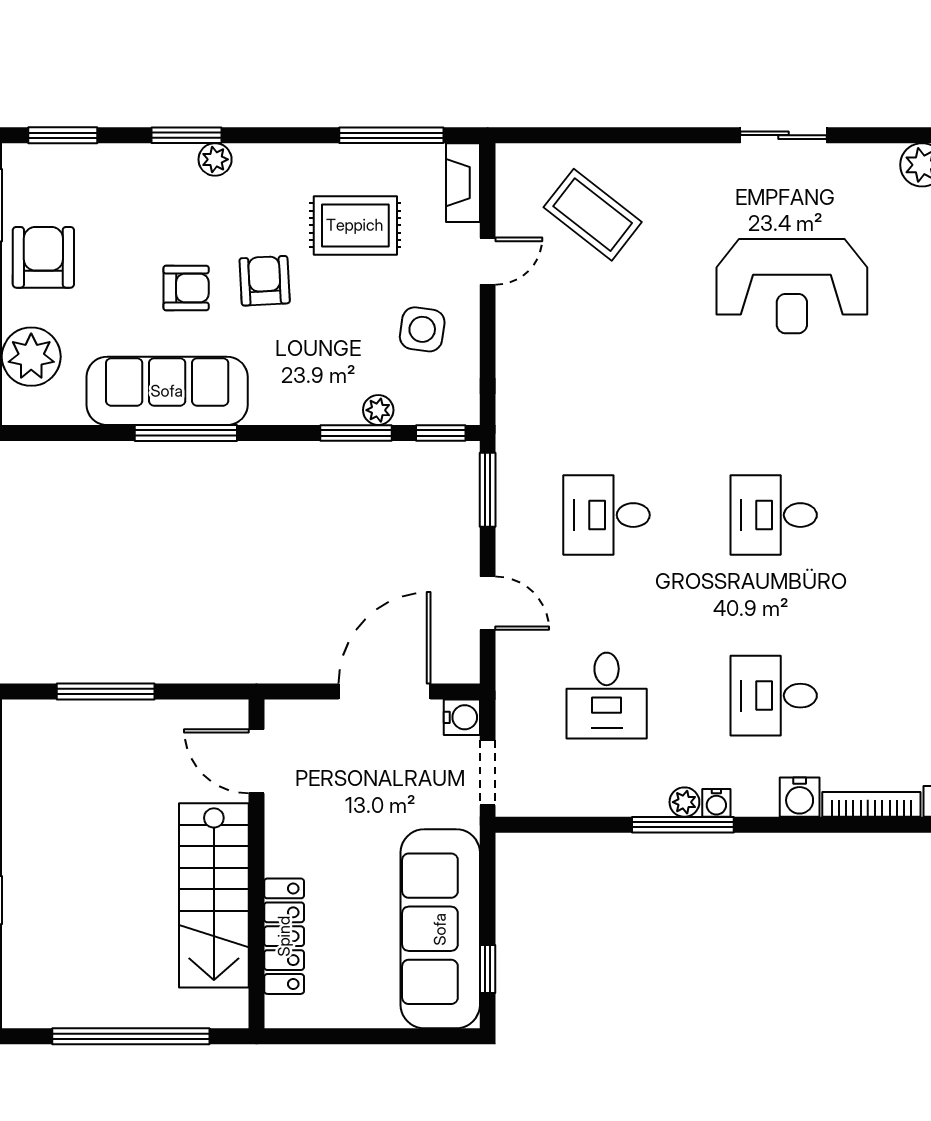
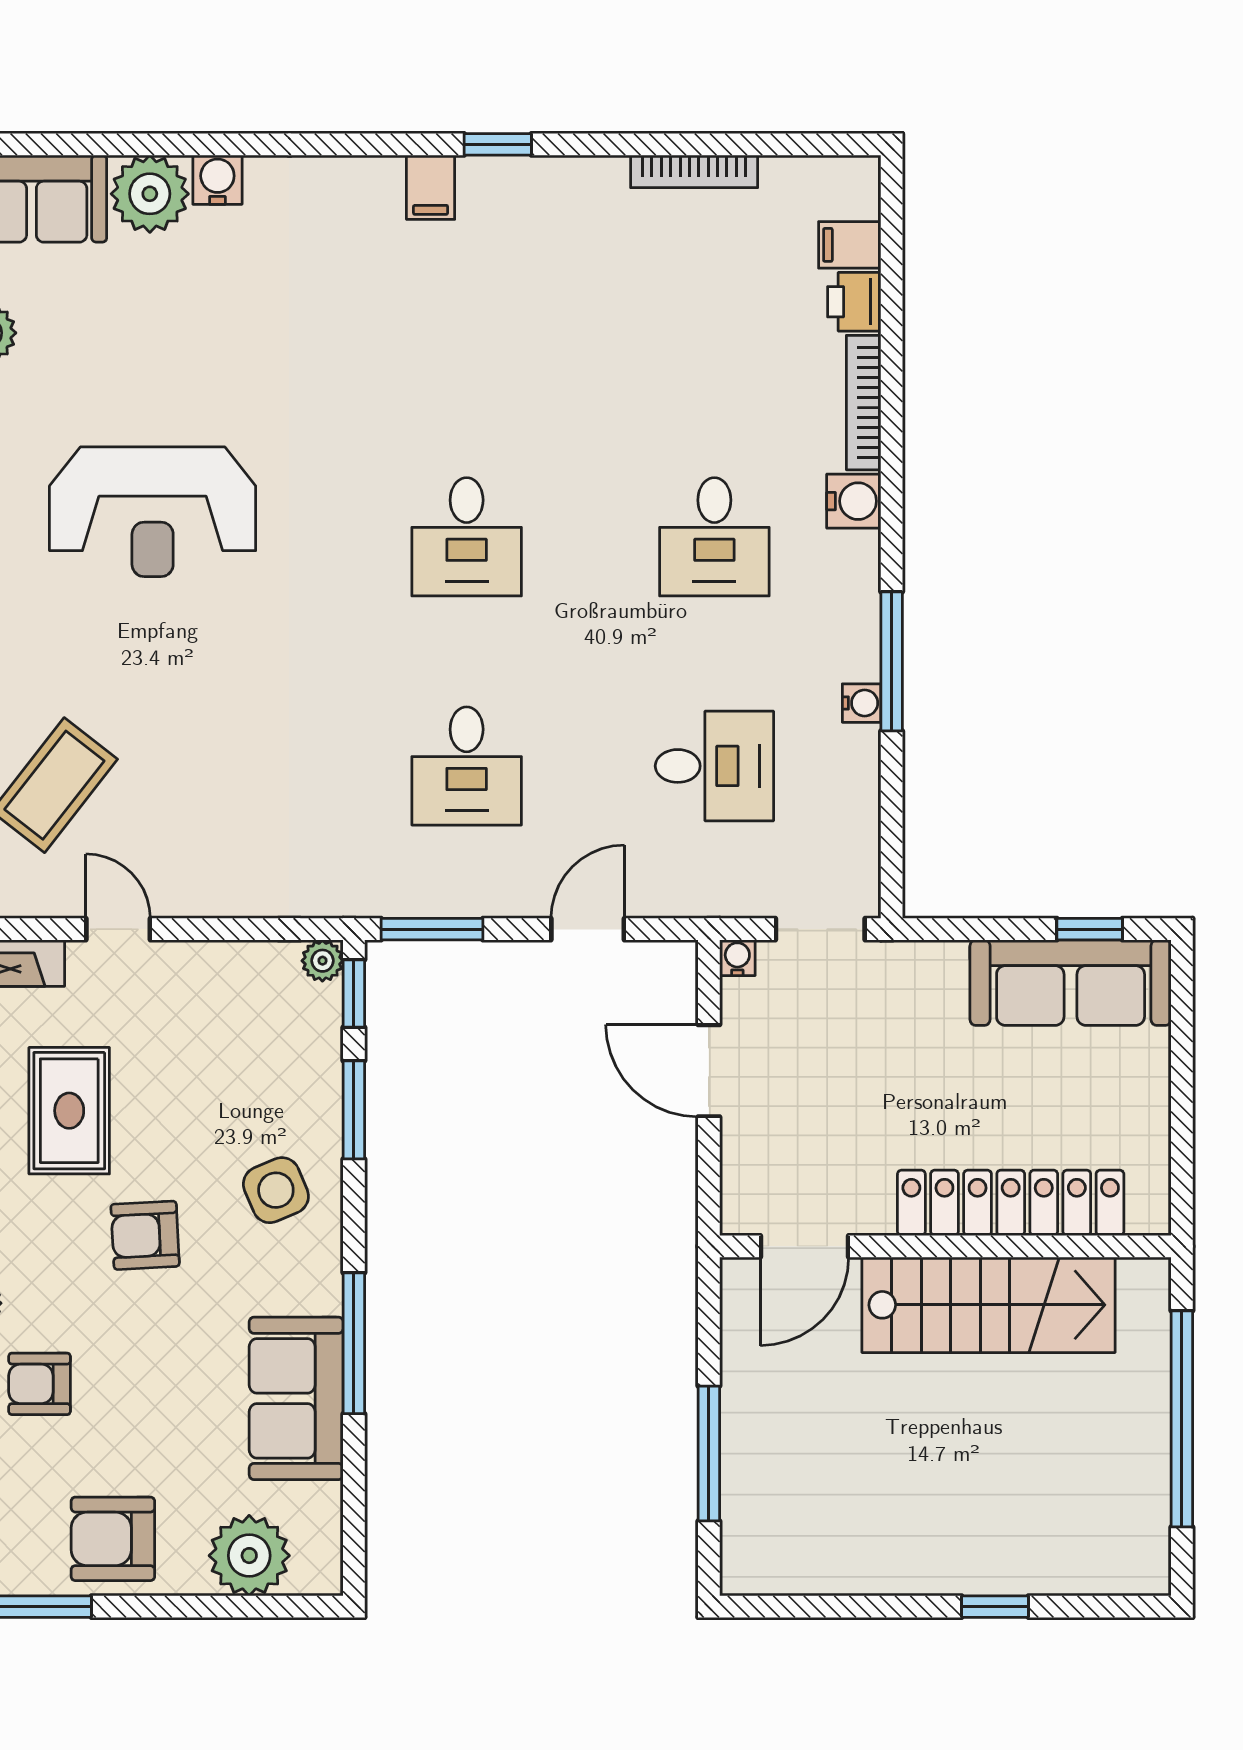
reception desk: (792, 286) -> (153, 512), turned 90
armchair: (186, 288) -> (40, 1384), moved, turned -90
side table: (422, 329) -> (276, 1190), moved, turned -31
sofa: (167, 391) -> (296, 1398), width x0.73
plant: (378, 410) -> (322, 961), moved
door: (385, 692) -> (709, 1071), width x0.73
water cooler: (462, 717) -> (737, 958), width x0.72, depth x0.72
plant: (684, 802) -> (860, 659), removed
water cooler: (716, 803) -> (862, 703), moved
sofa: (440, 929) -> (1071, 983), width x0.74, depth x0.79
locker: (284, 936) -> (1011, 1203), width x1.41, depth x1.21

